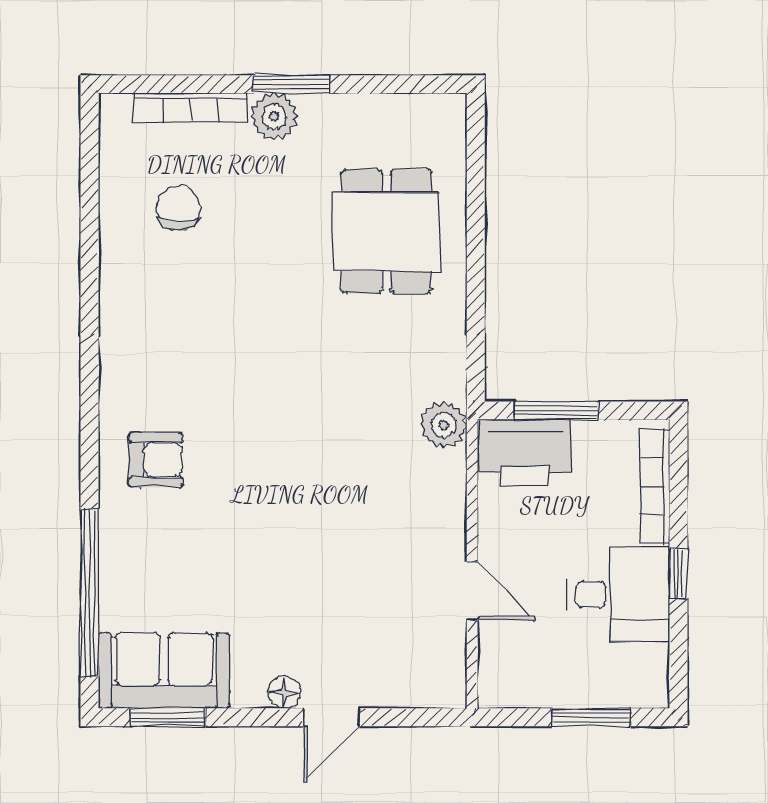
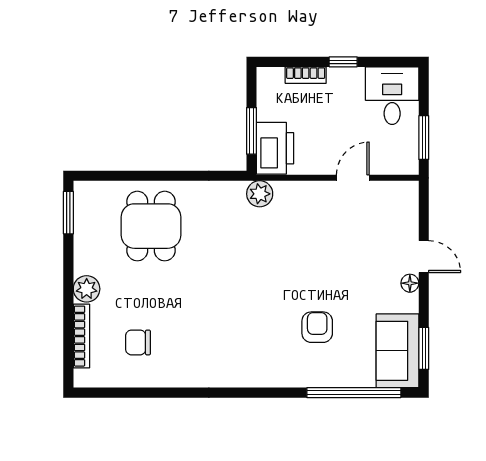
window: (291, 84) -> (68, 213), moved
dining table: (386, 231) -> (151, 226), turned 90
armchair: (156, 460) -> (317, 327), moved
bookcase: (655, 486) -> (306, 75), width x0.64
desk: (618, 594) -> (392, 96), moved
window: (591, 717) -> (424, 138), moved

